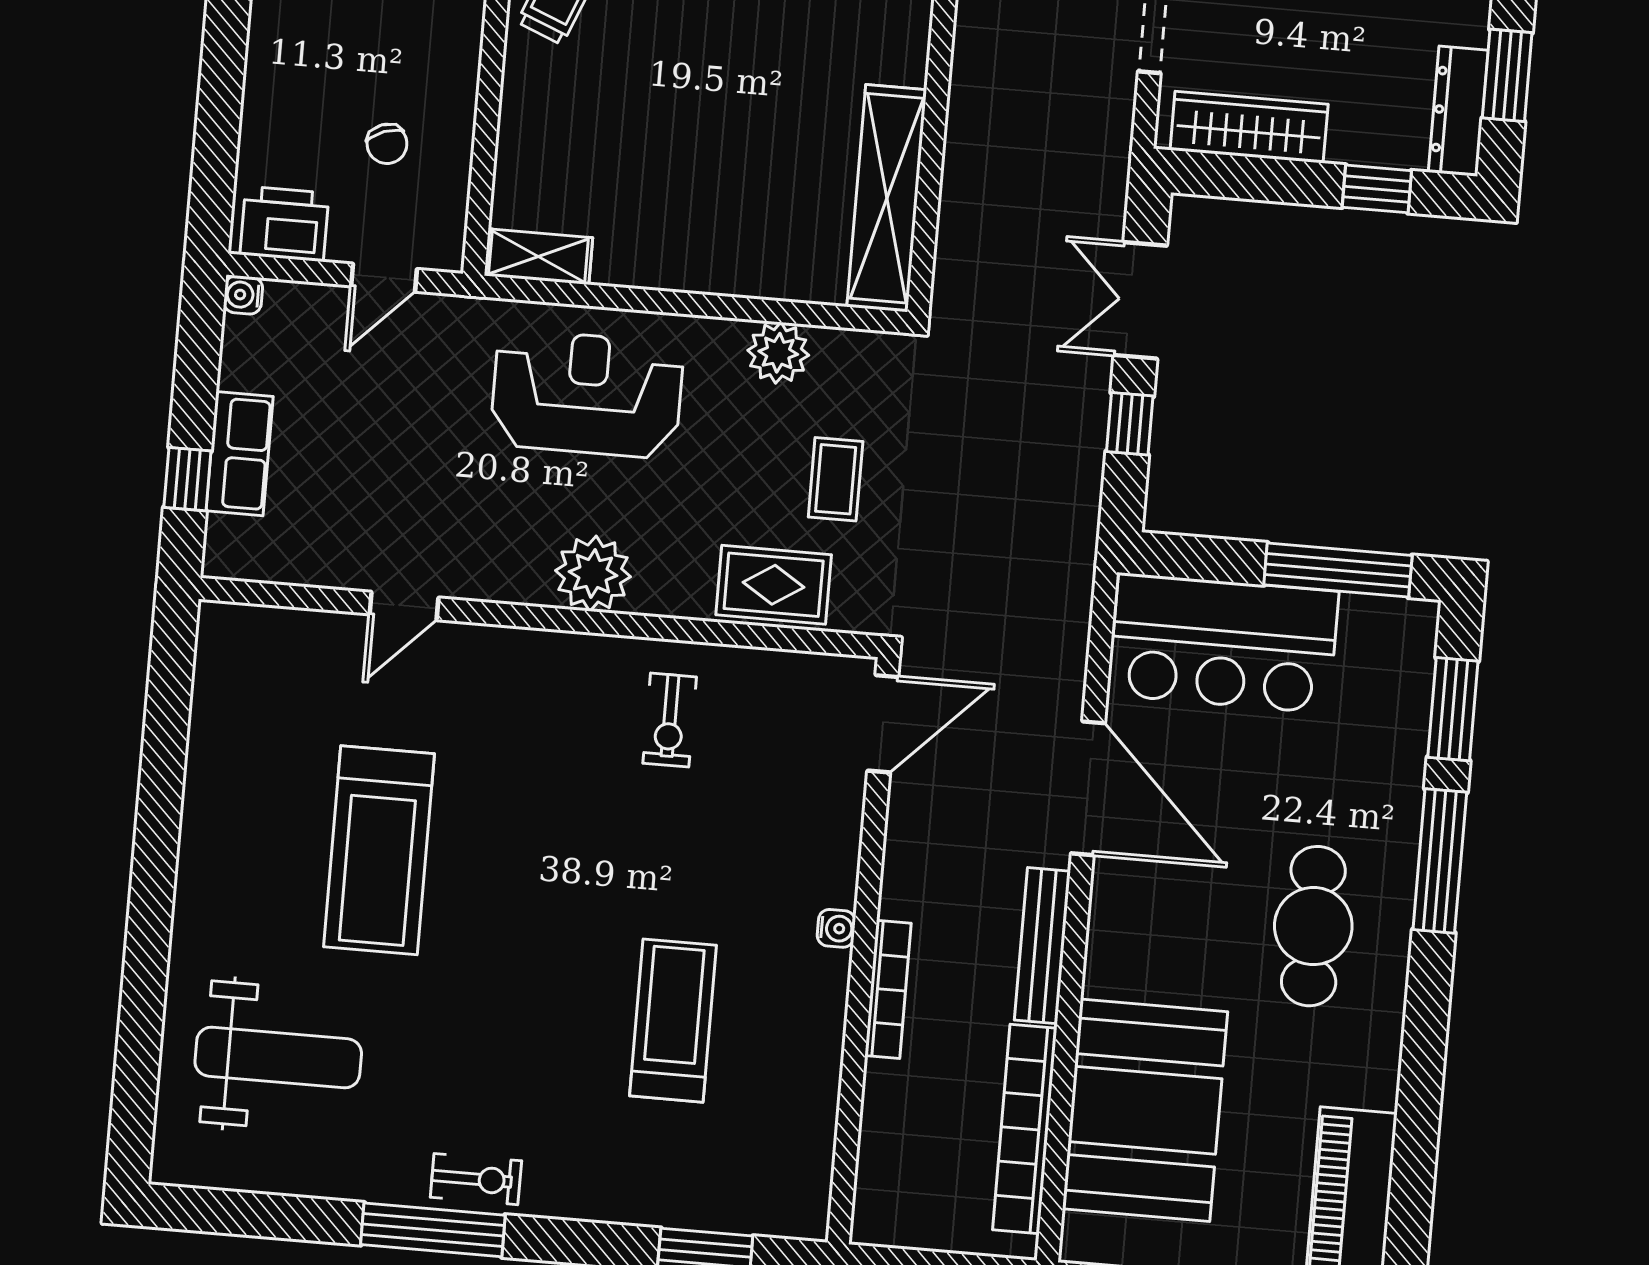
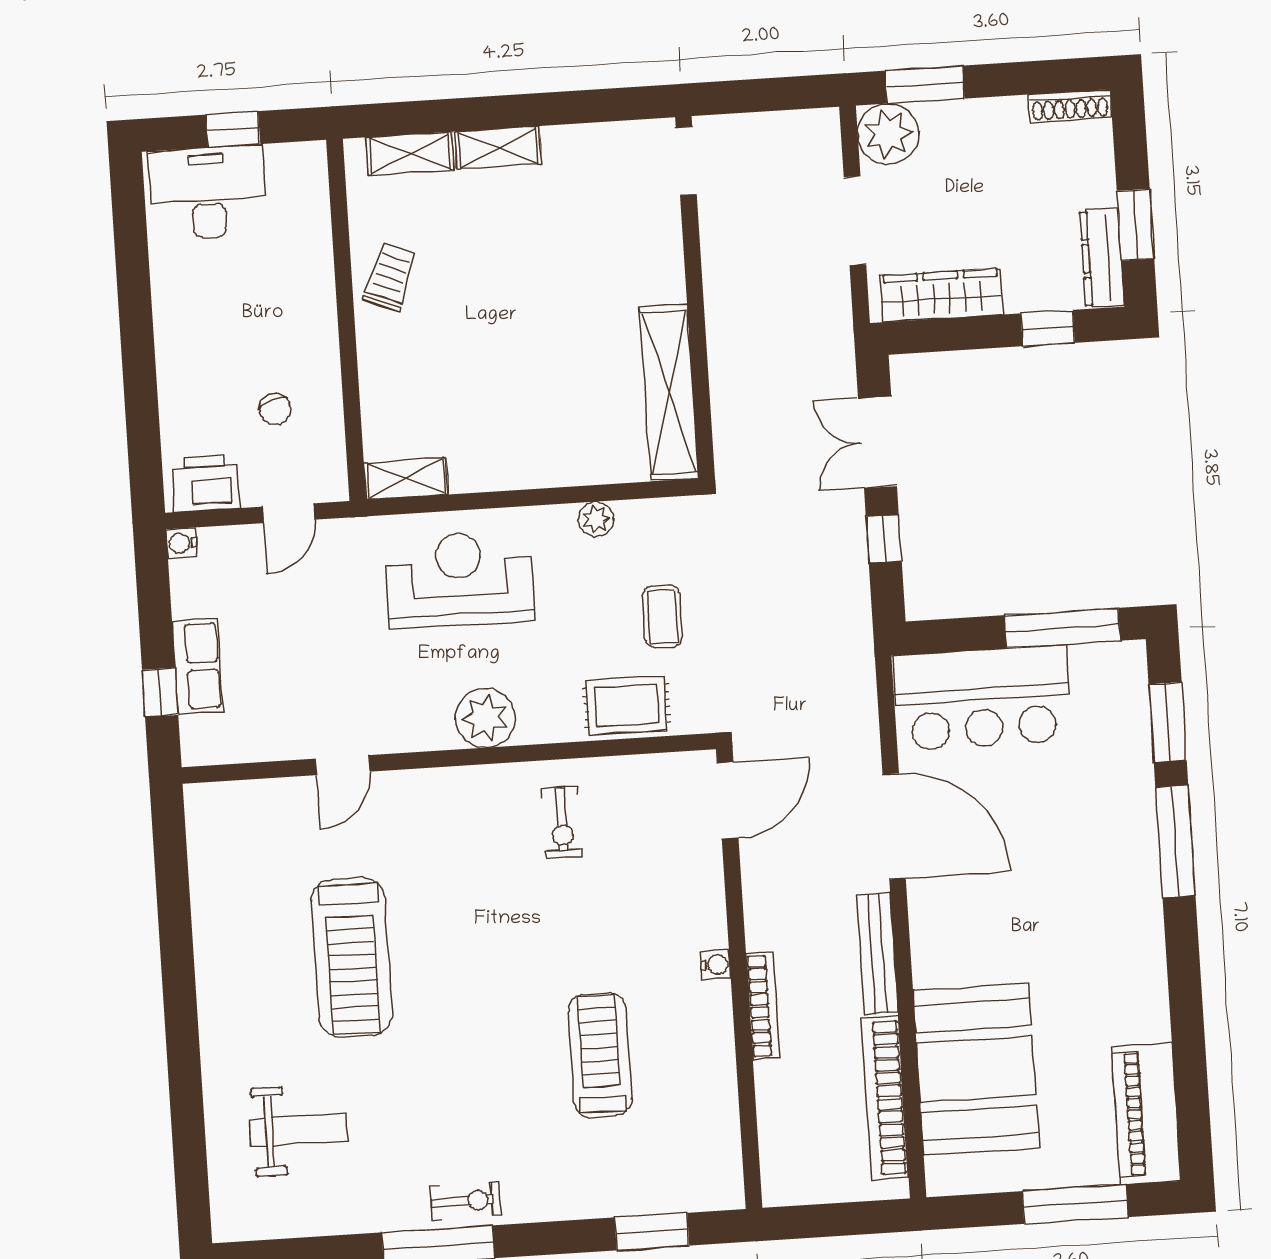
plant: (778, 353) -> (596, 519), width x0.73, depth x0.73
cafe table: (1313, 926) -> (1085, 907), removed
weight bench: (278, 1057) -> (298, 1130), width x0.73, depth x0.75

